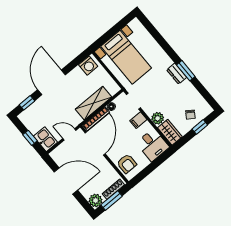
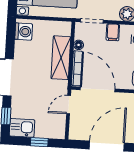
kitchen sink: (45, 139) -> (22, 128), moved

